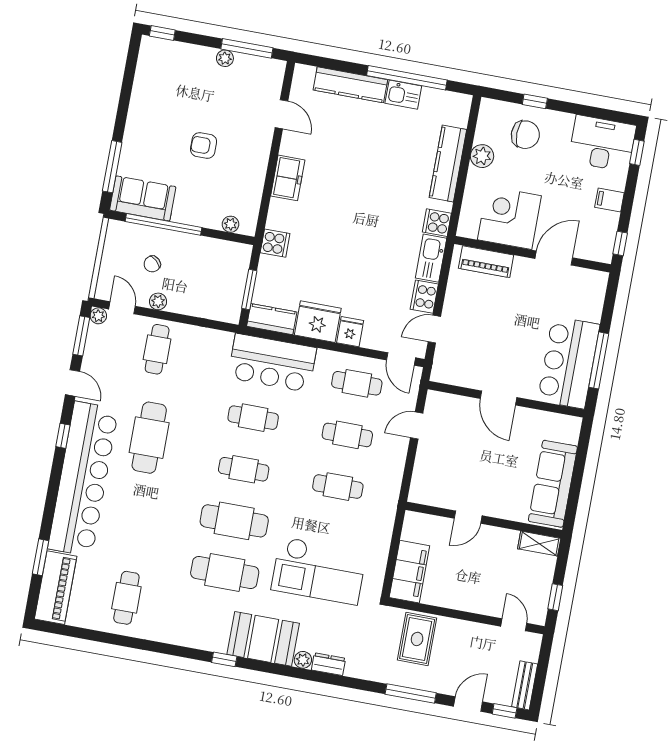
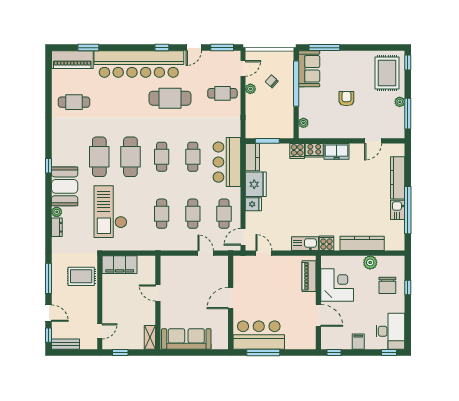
rug: (173, 71) -> (387, 73), added
cooker: (424, 297) -> (314, 150), moved, turned 180
plant: (98, 316) -> (236, 55), removed

